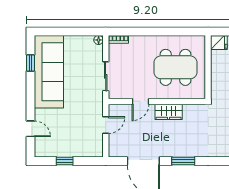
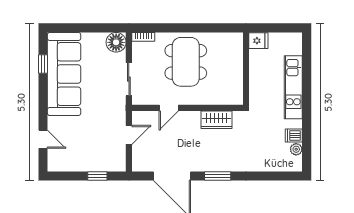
floor lamp: (99, 40) -> (116, 42), width x1.89, depth x1.89
dining table: (176, 67) -> (186, 62), moved, turned 90
wardrobe: (169, 112) -> (217, 120), moved
window: (65, 161) -> (97, 176), moved

